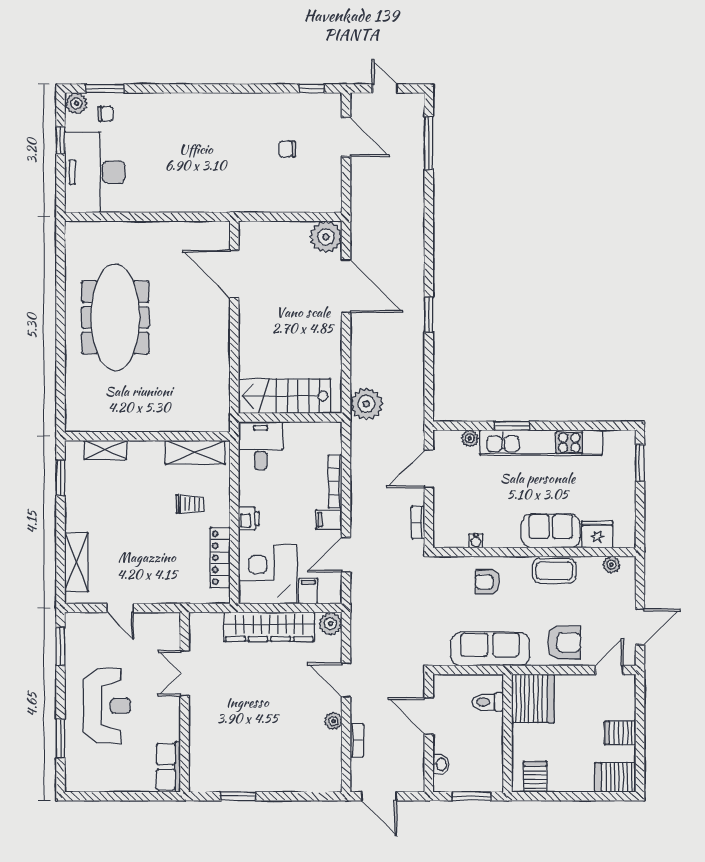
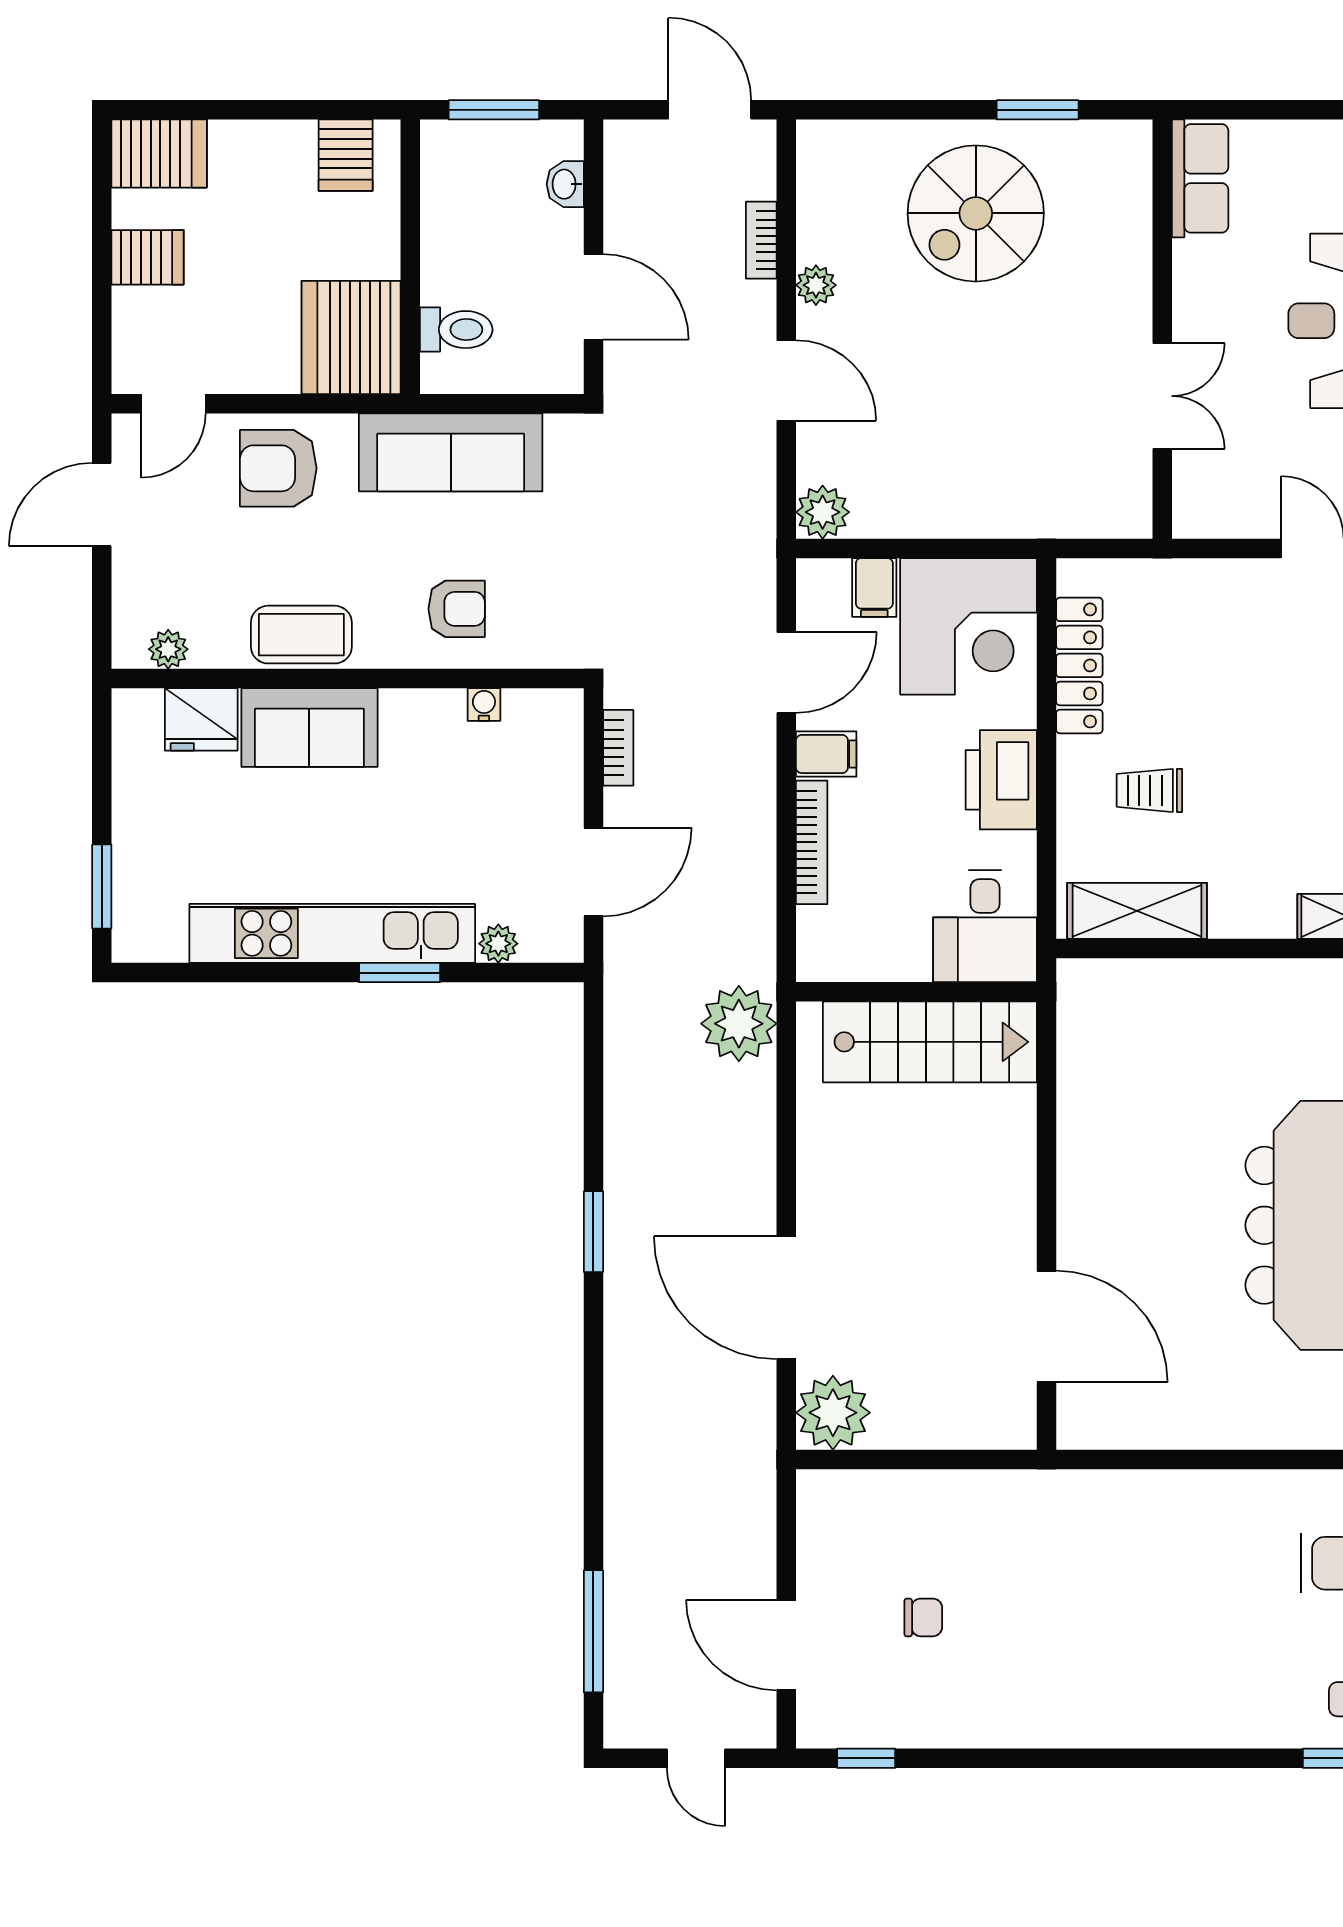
printer: (249, 519) -> (1001, 780), width x1.87, depth x1.48
wardrobe: (269, 627) -> (965, 505), removed
spiral stairs: (265, 752) -> (976, 213), added

